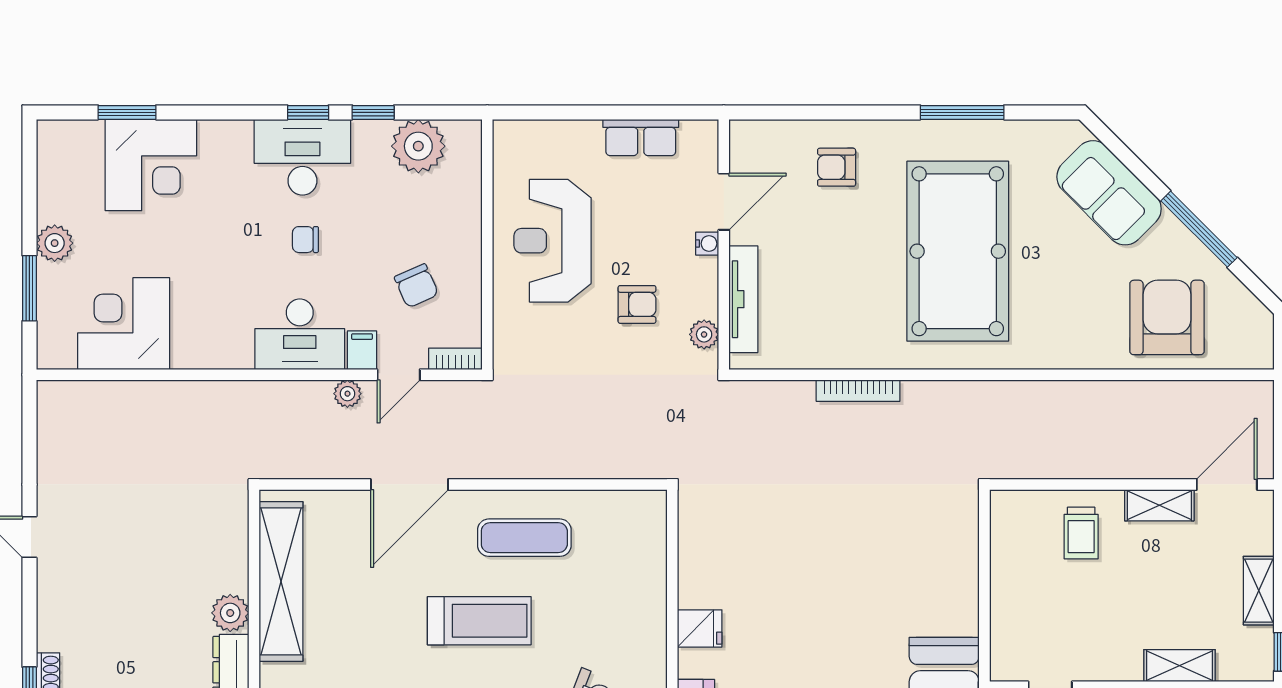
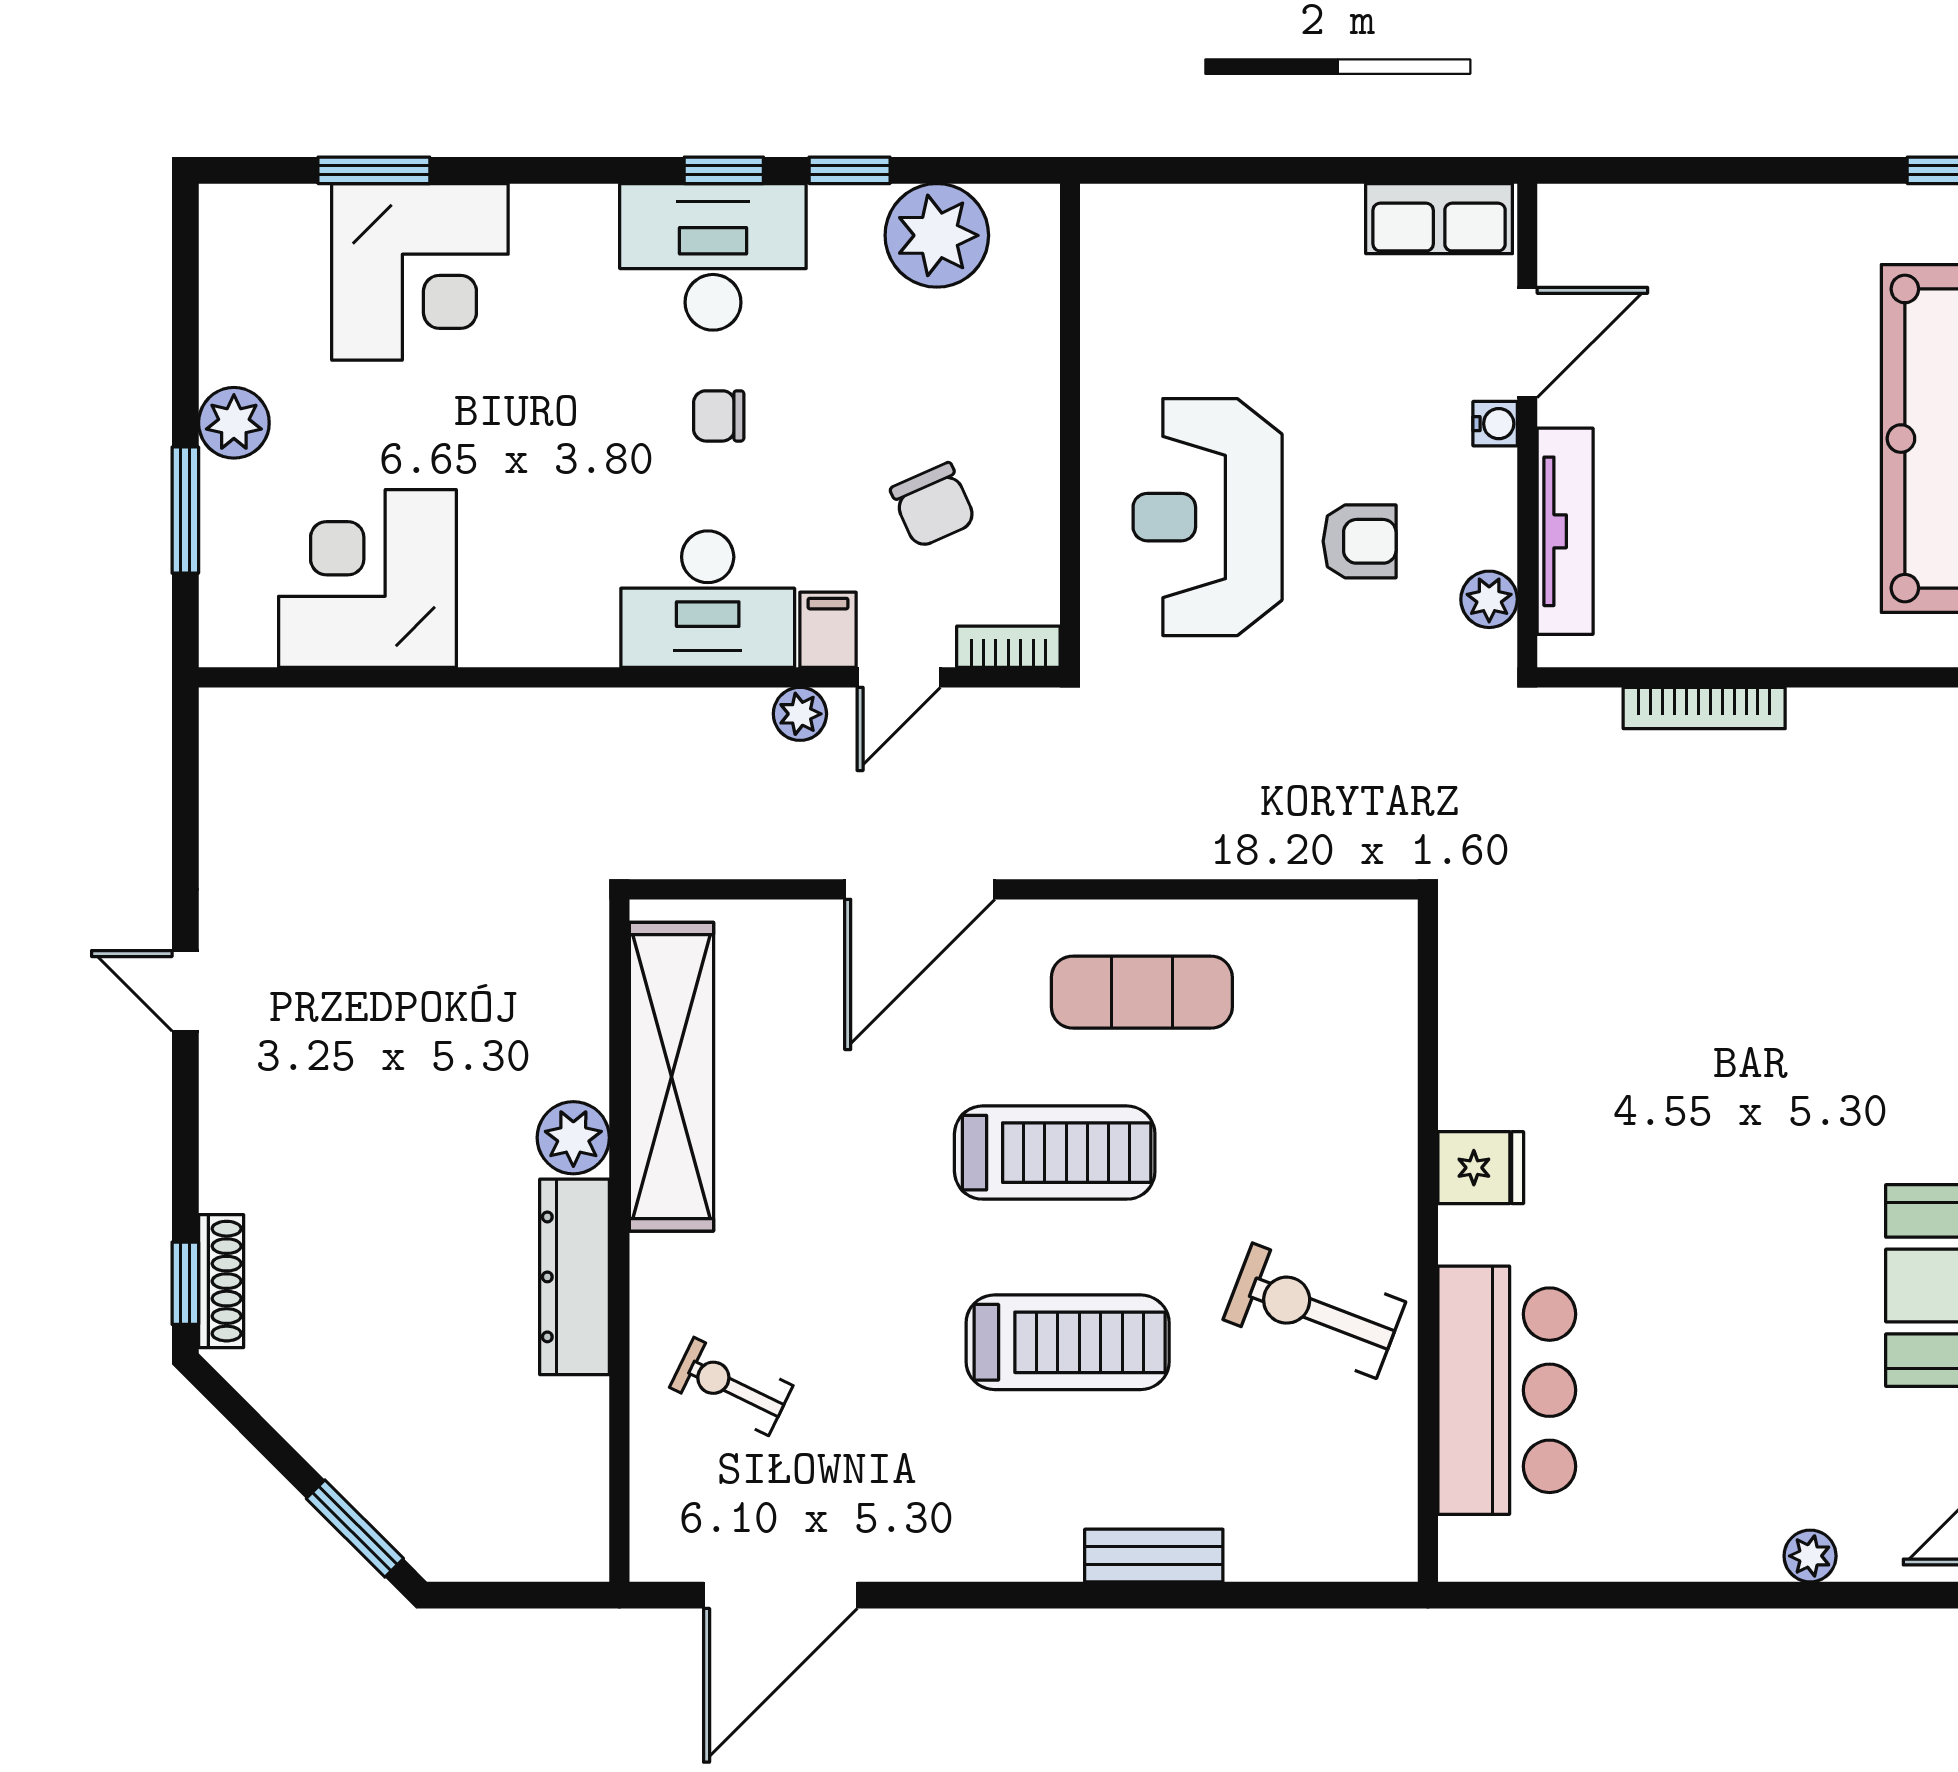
row of seats: (641, 137) -> (1439, 219), moved
armchair: (837, 167) -> (1745, 276), removed
reception desk: (553, 241) -> (1208, 517), moved
bookcase: (858, 391) -> (1704, 708), moved

